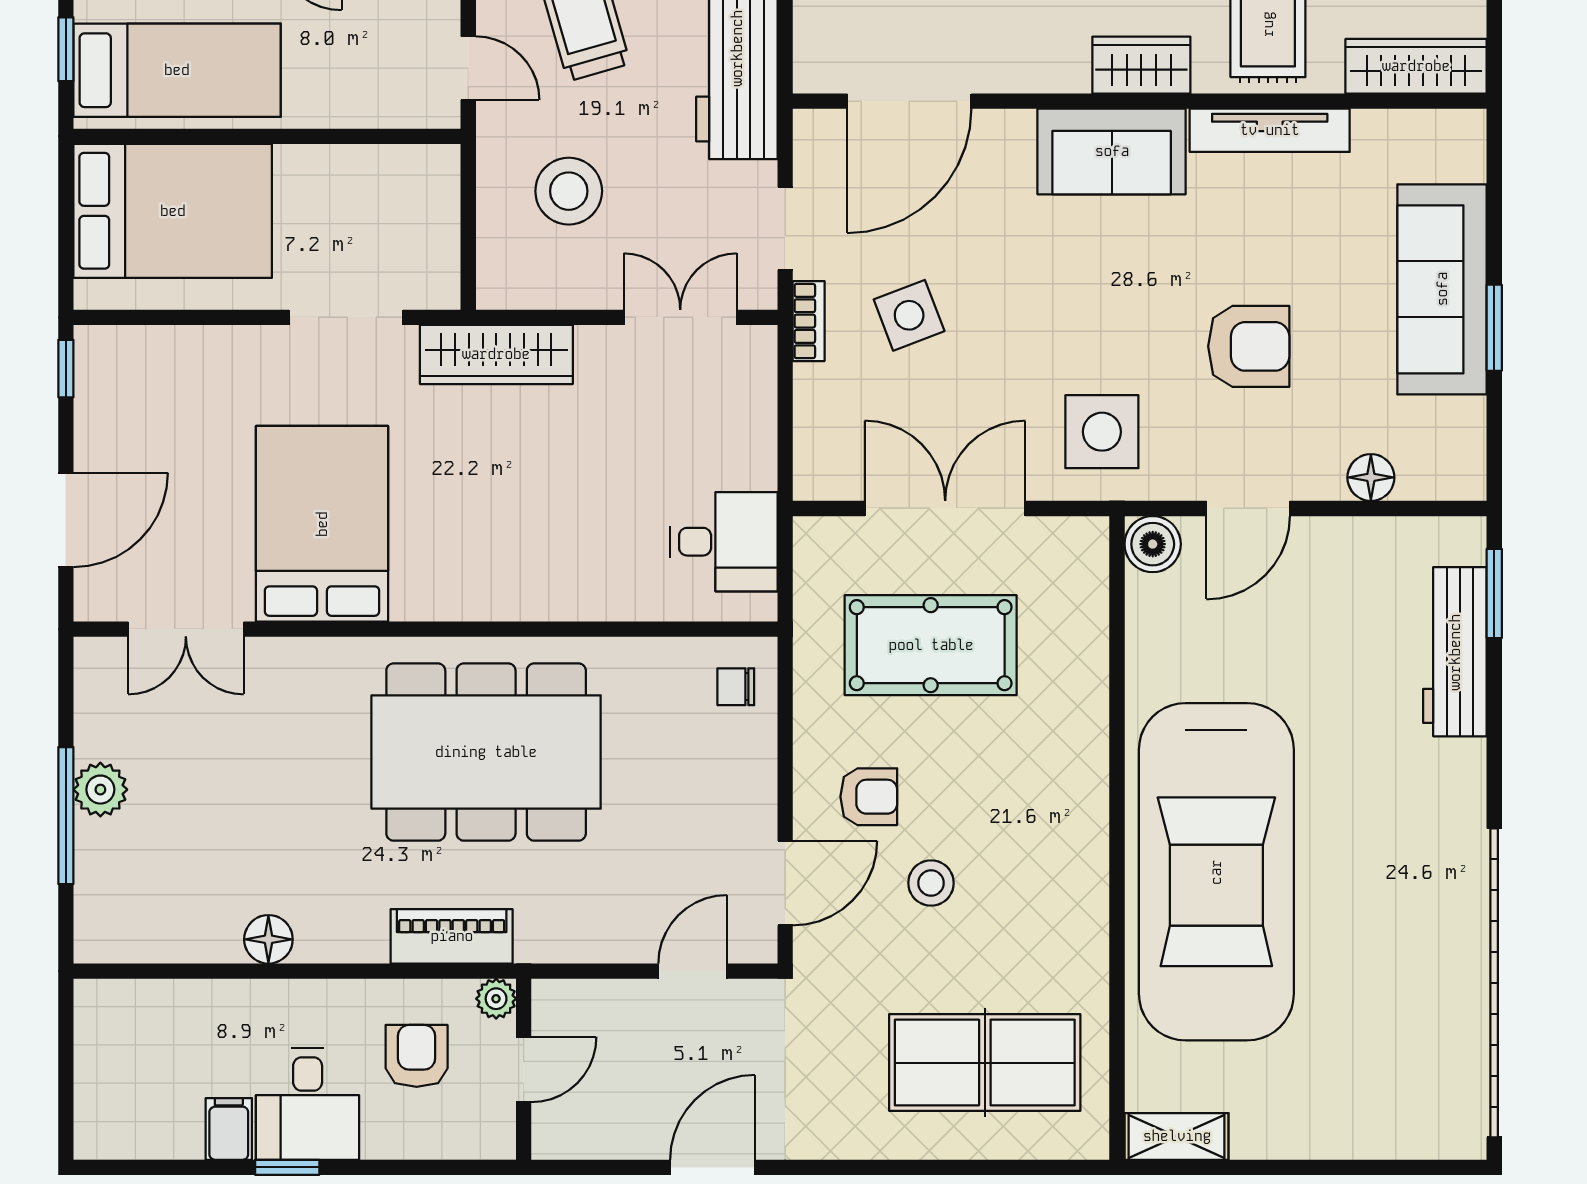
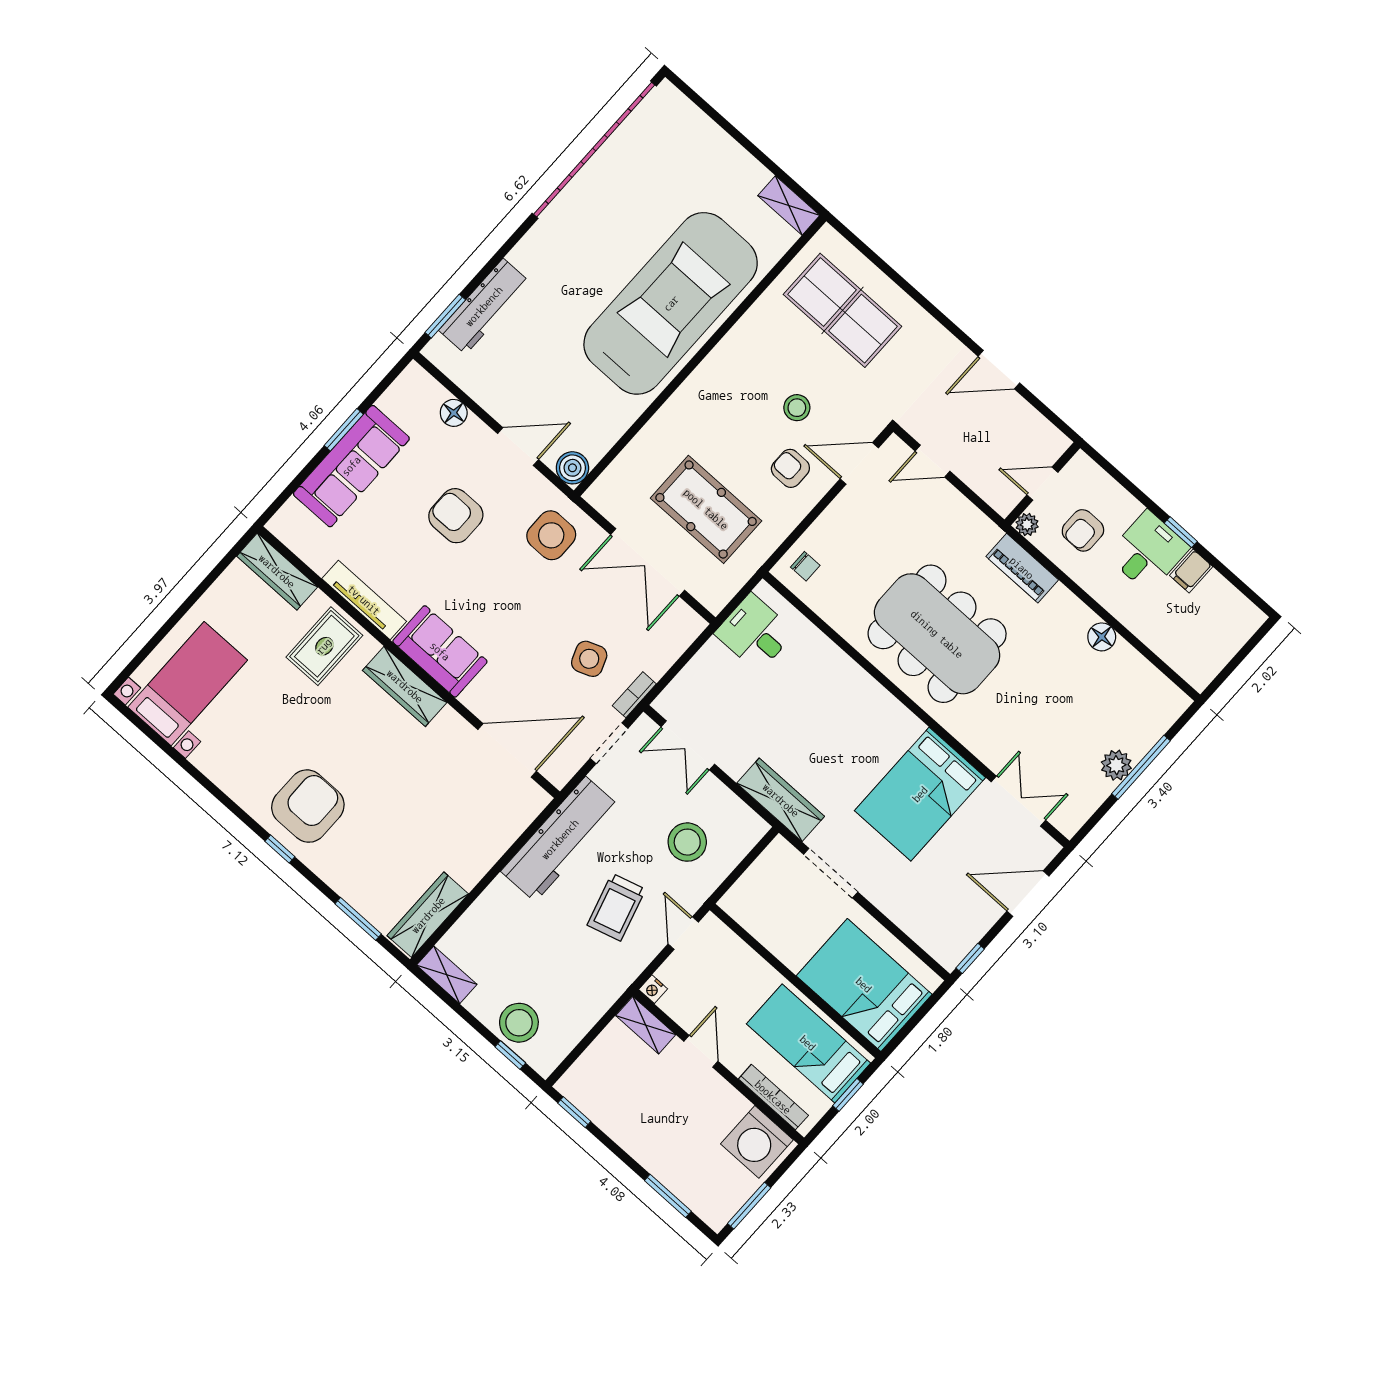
wardrobe: (1141, 65) -> (405, 686), width x1.50

